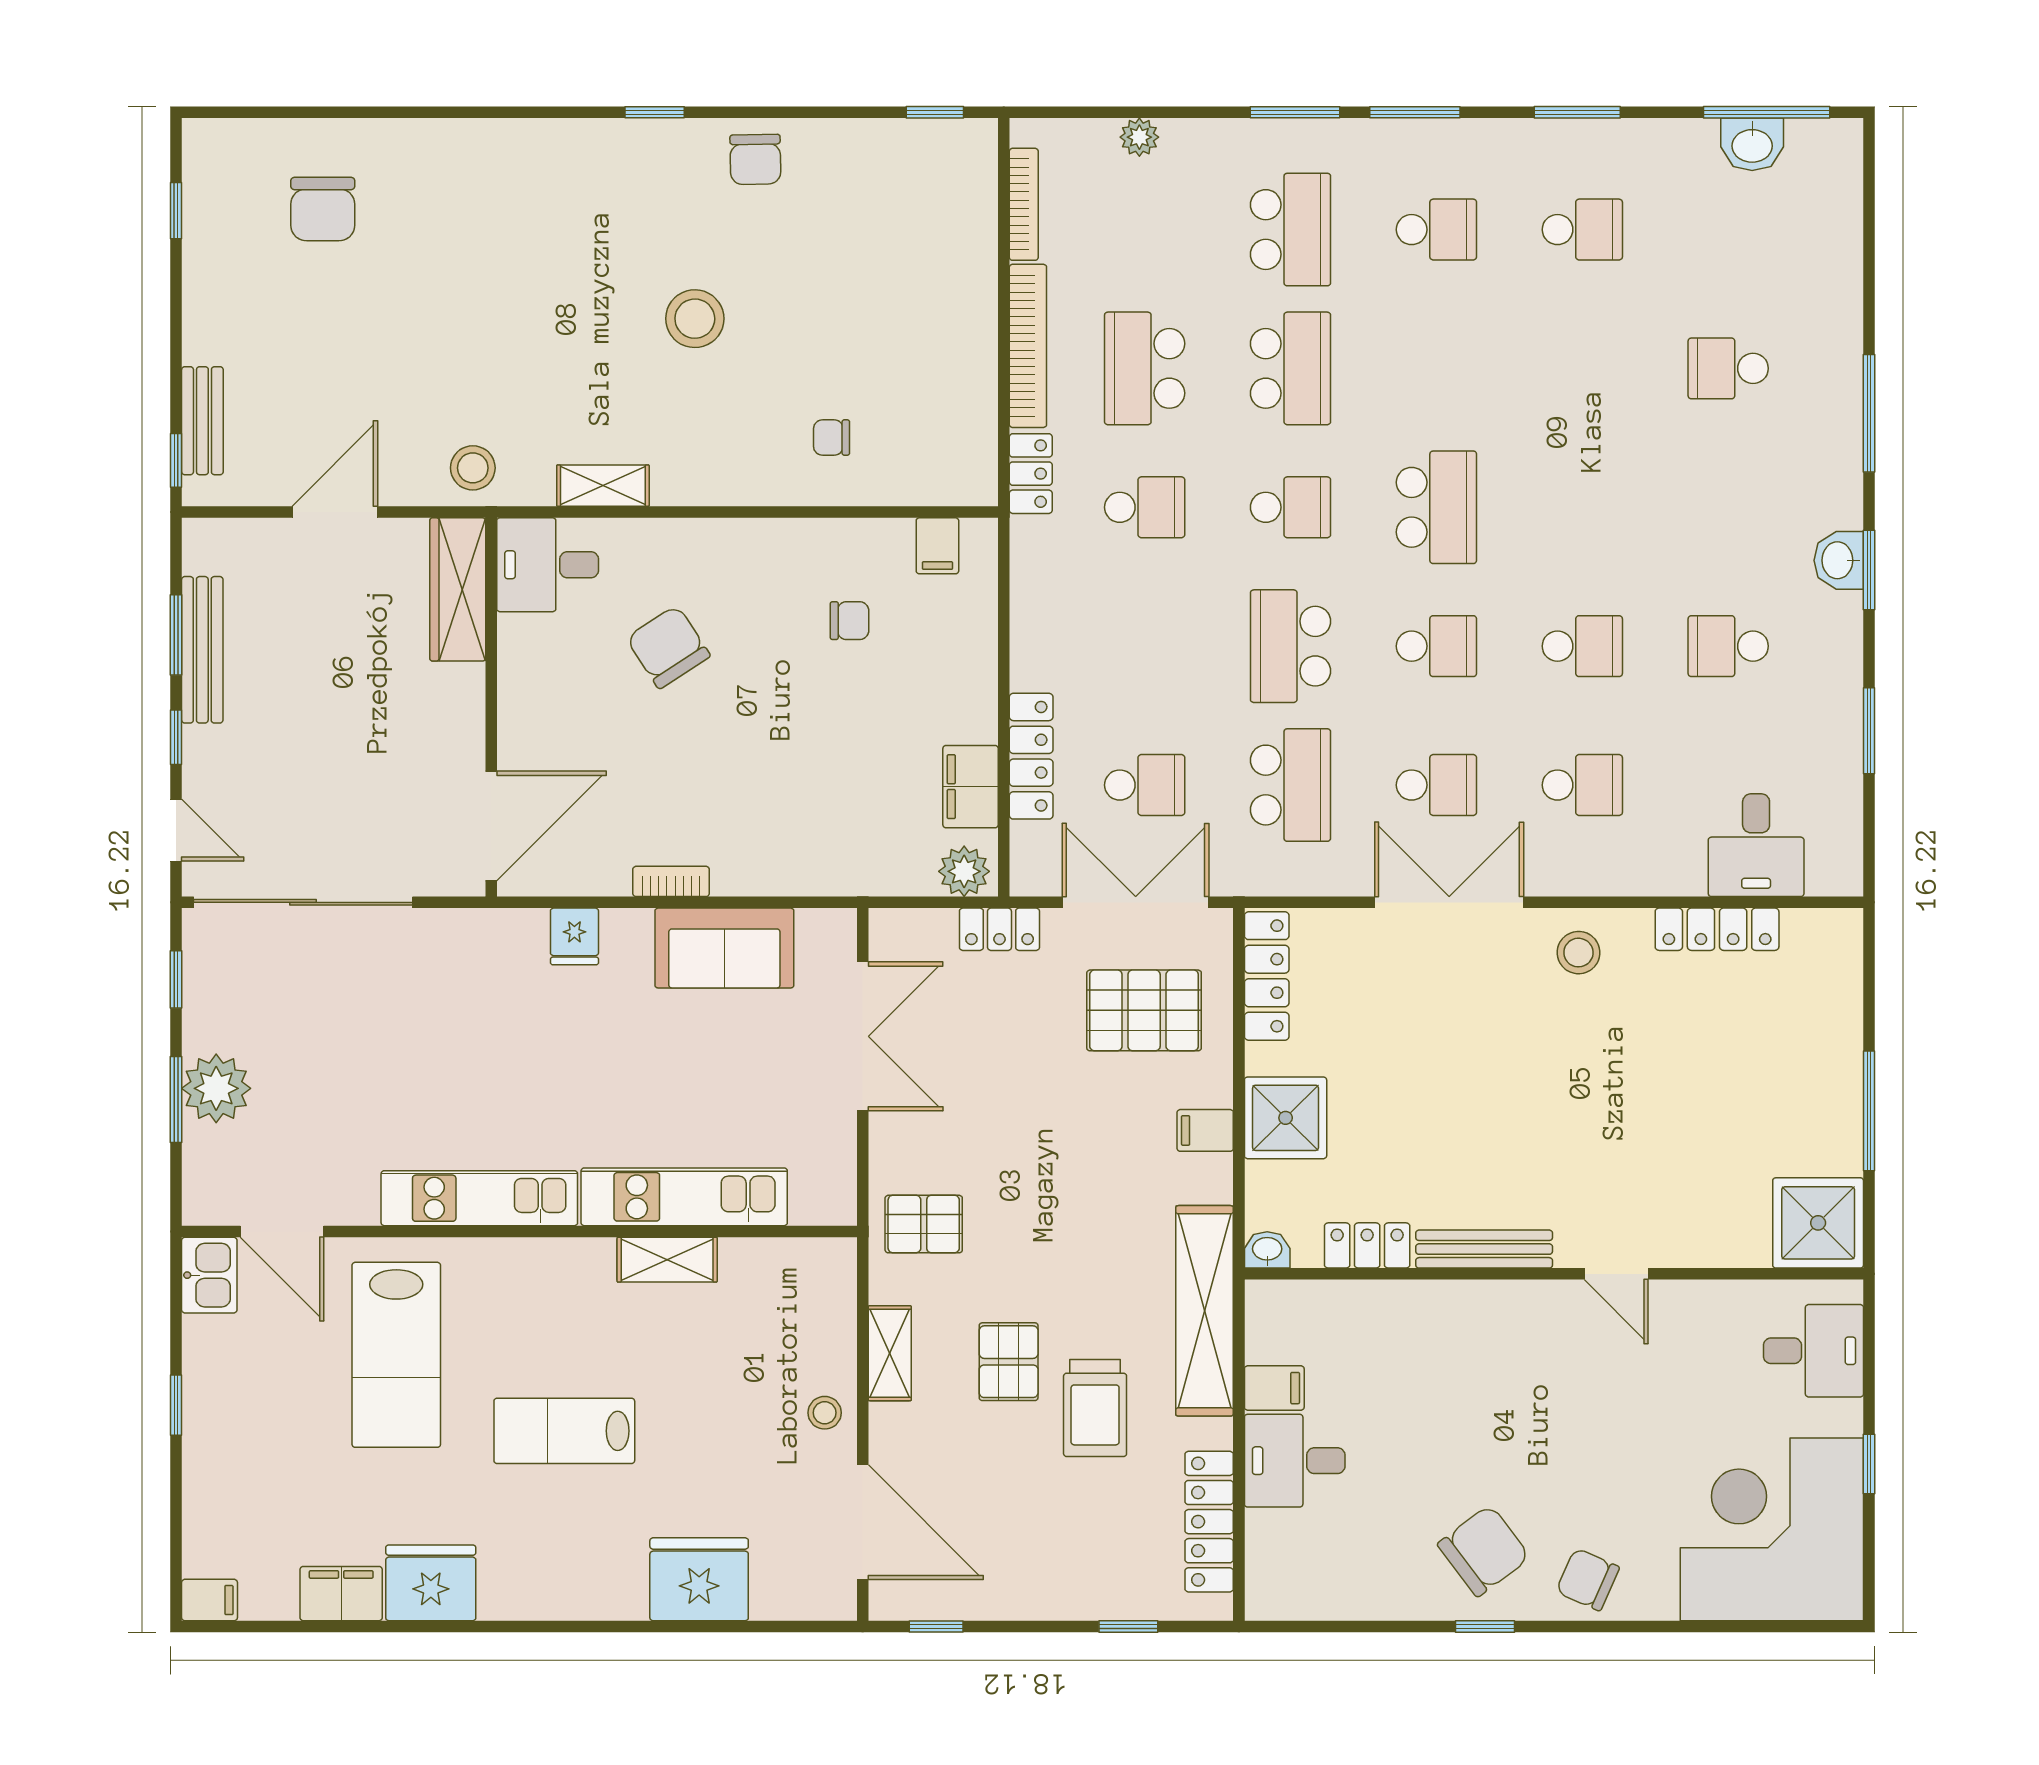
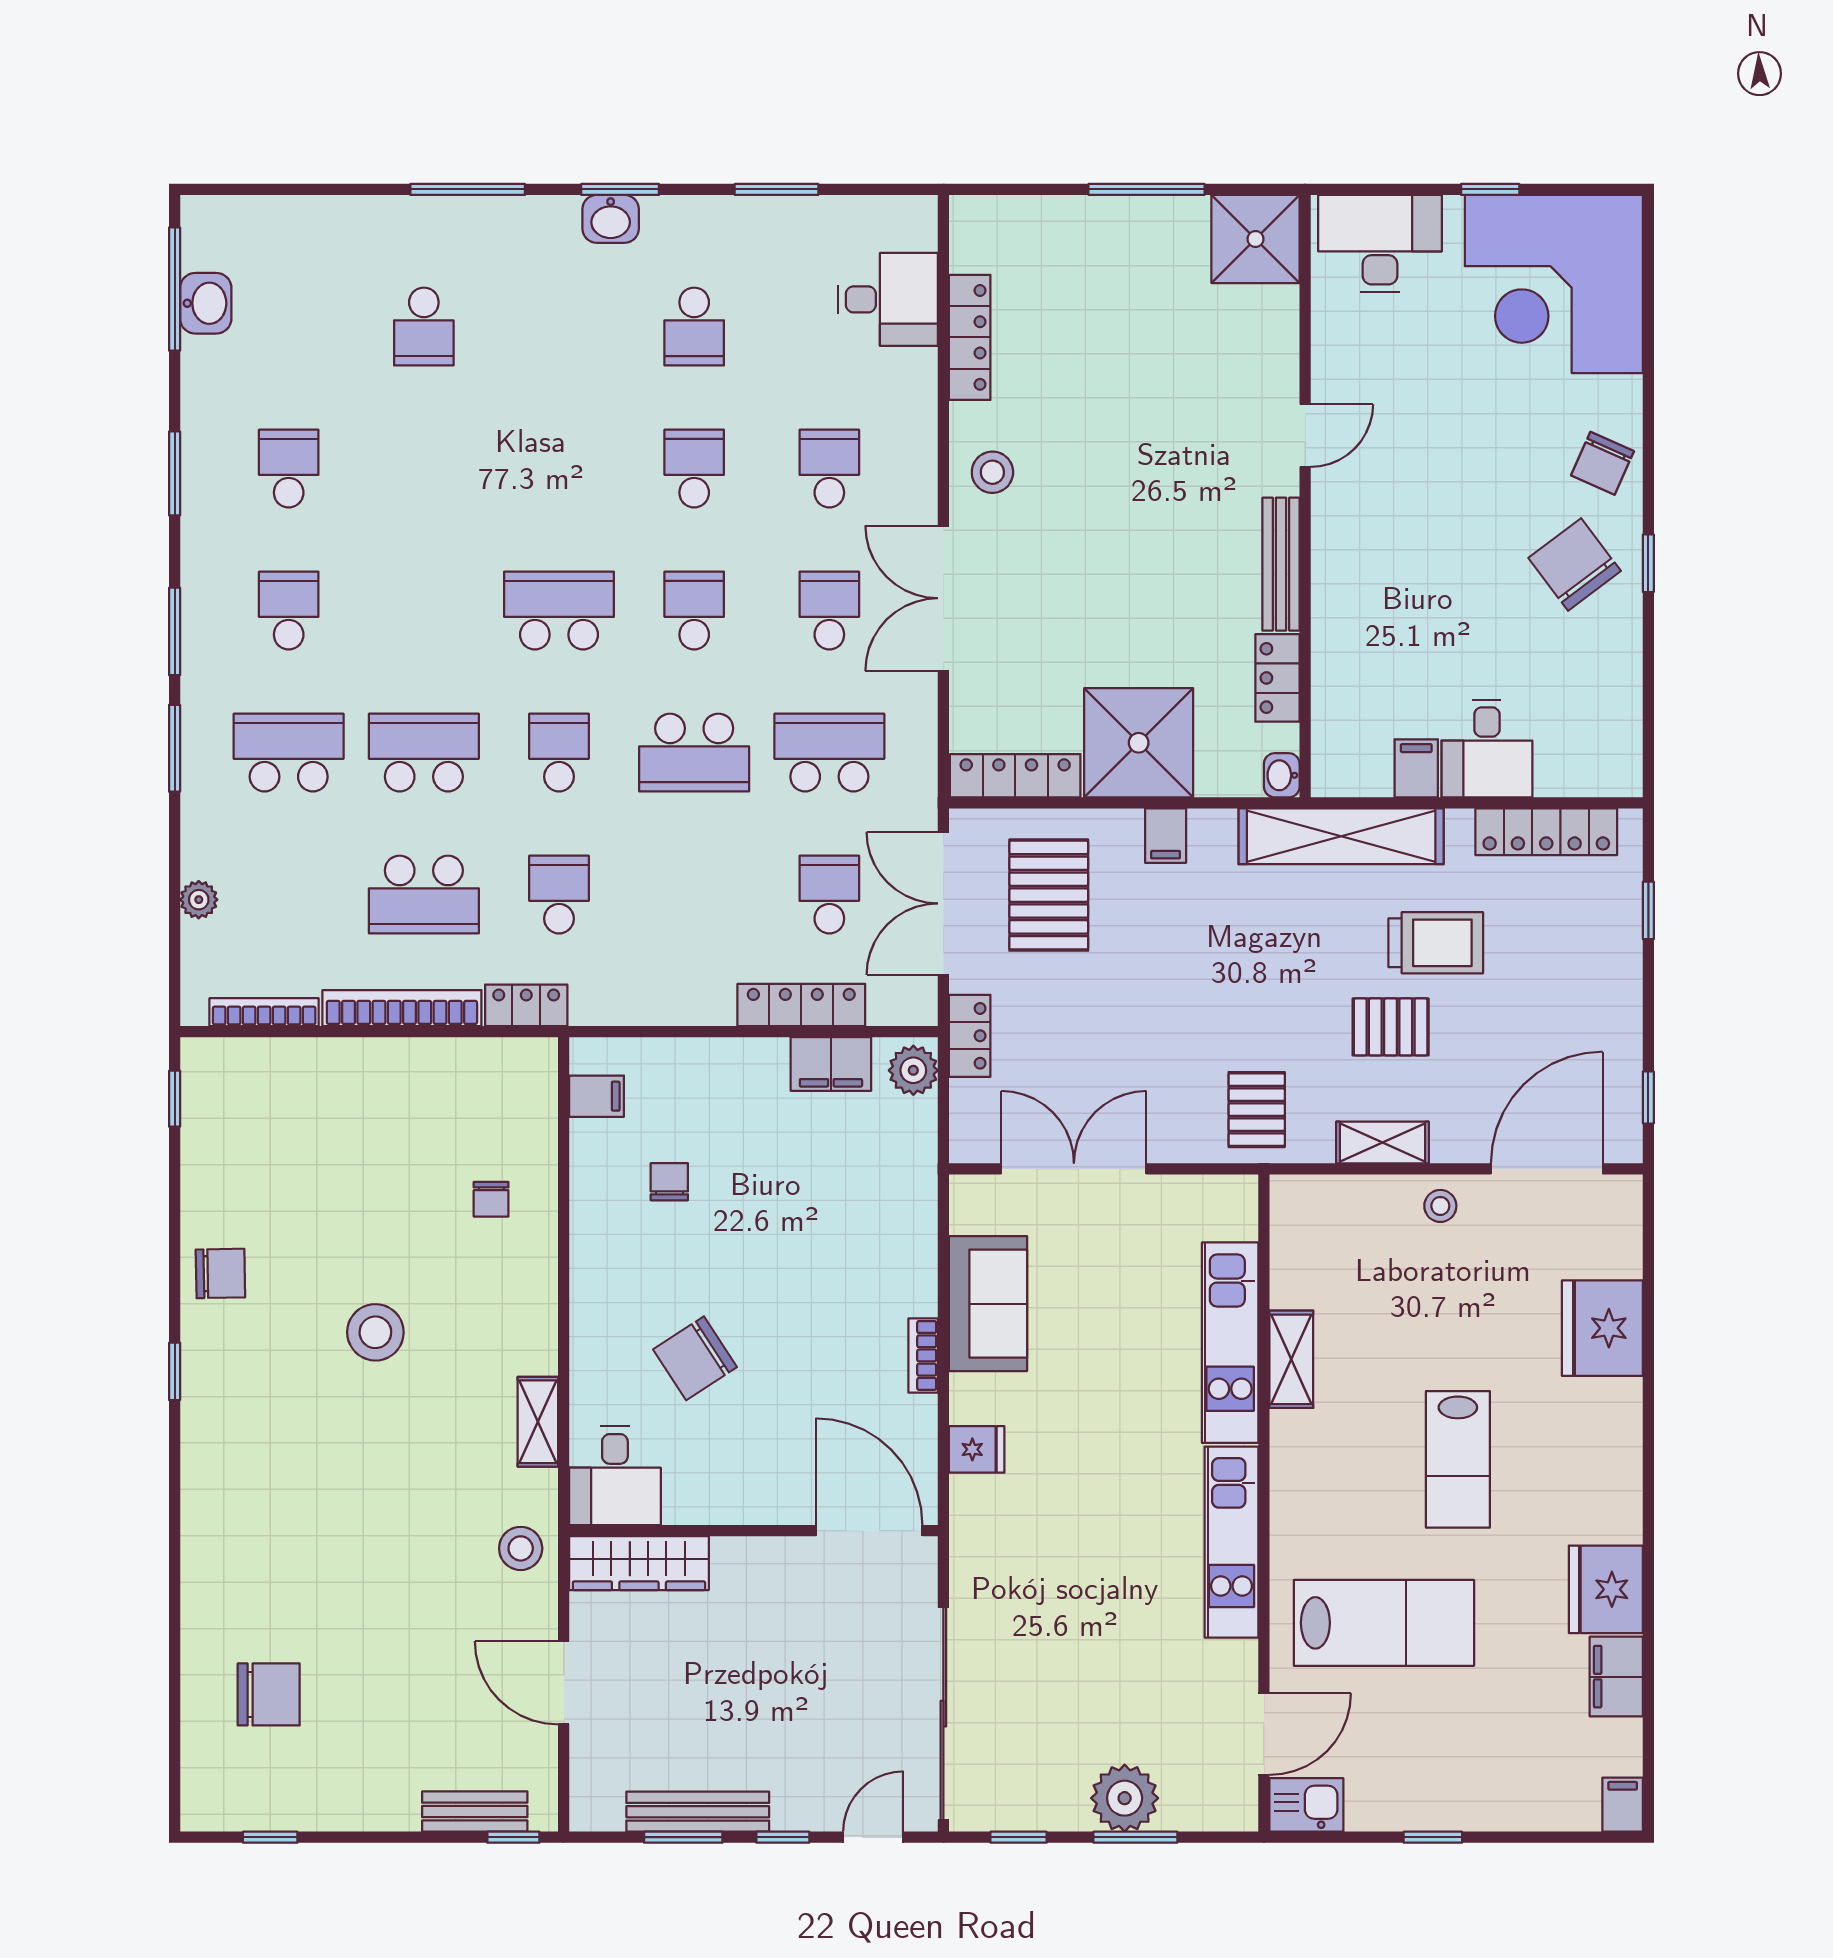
shower: (1286, 1118) -> (1139, 743), width x1.37, depth x1.37
desk: (1813, 1351) -> (1380, 244), width x1.37

